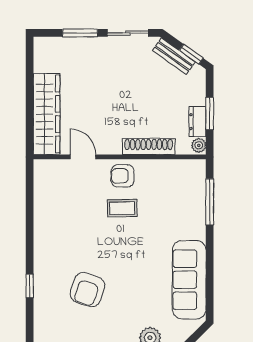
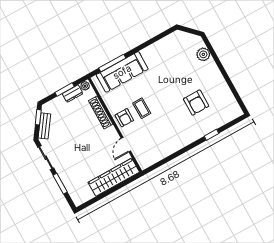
sofa: (189, 280) -> (122, 72), moved
armchair: (87, 290) -> (196, 103), turned 71

